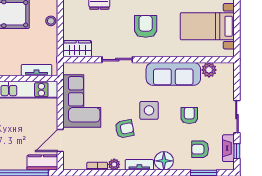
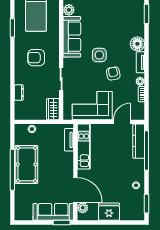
armchair: (189, 115) -> (103, 25), removed
door: (60, 140) -> (122, 122), swing flipped
armchair: (200, 149) -> (129, 16), removed
kitchen counter: (42, 163) -> (139, 141), width x1.50

